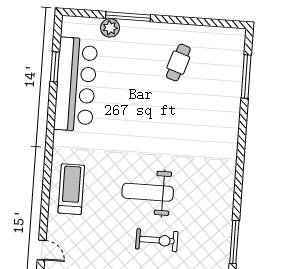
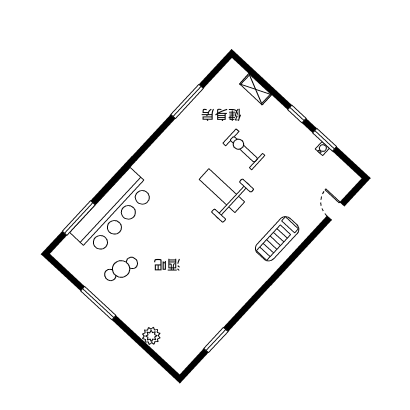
window: (128, 17) -> (98, 303), moved
bar counter: (76, 84) -> (113, 212), moved, turned 180
weight bench: (148, 192) -> (222, 191), turned 180

